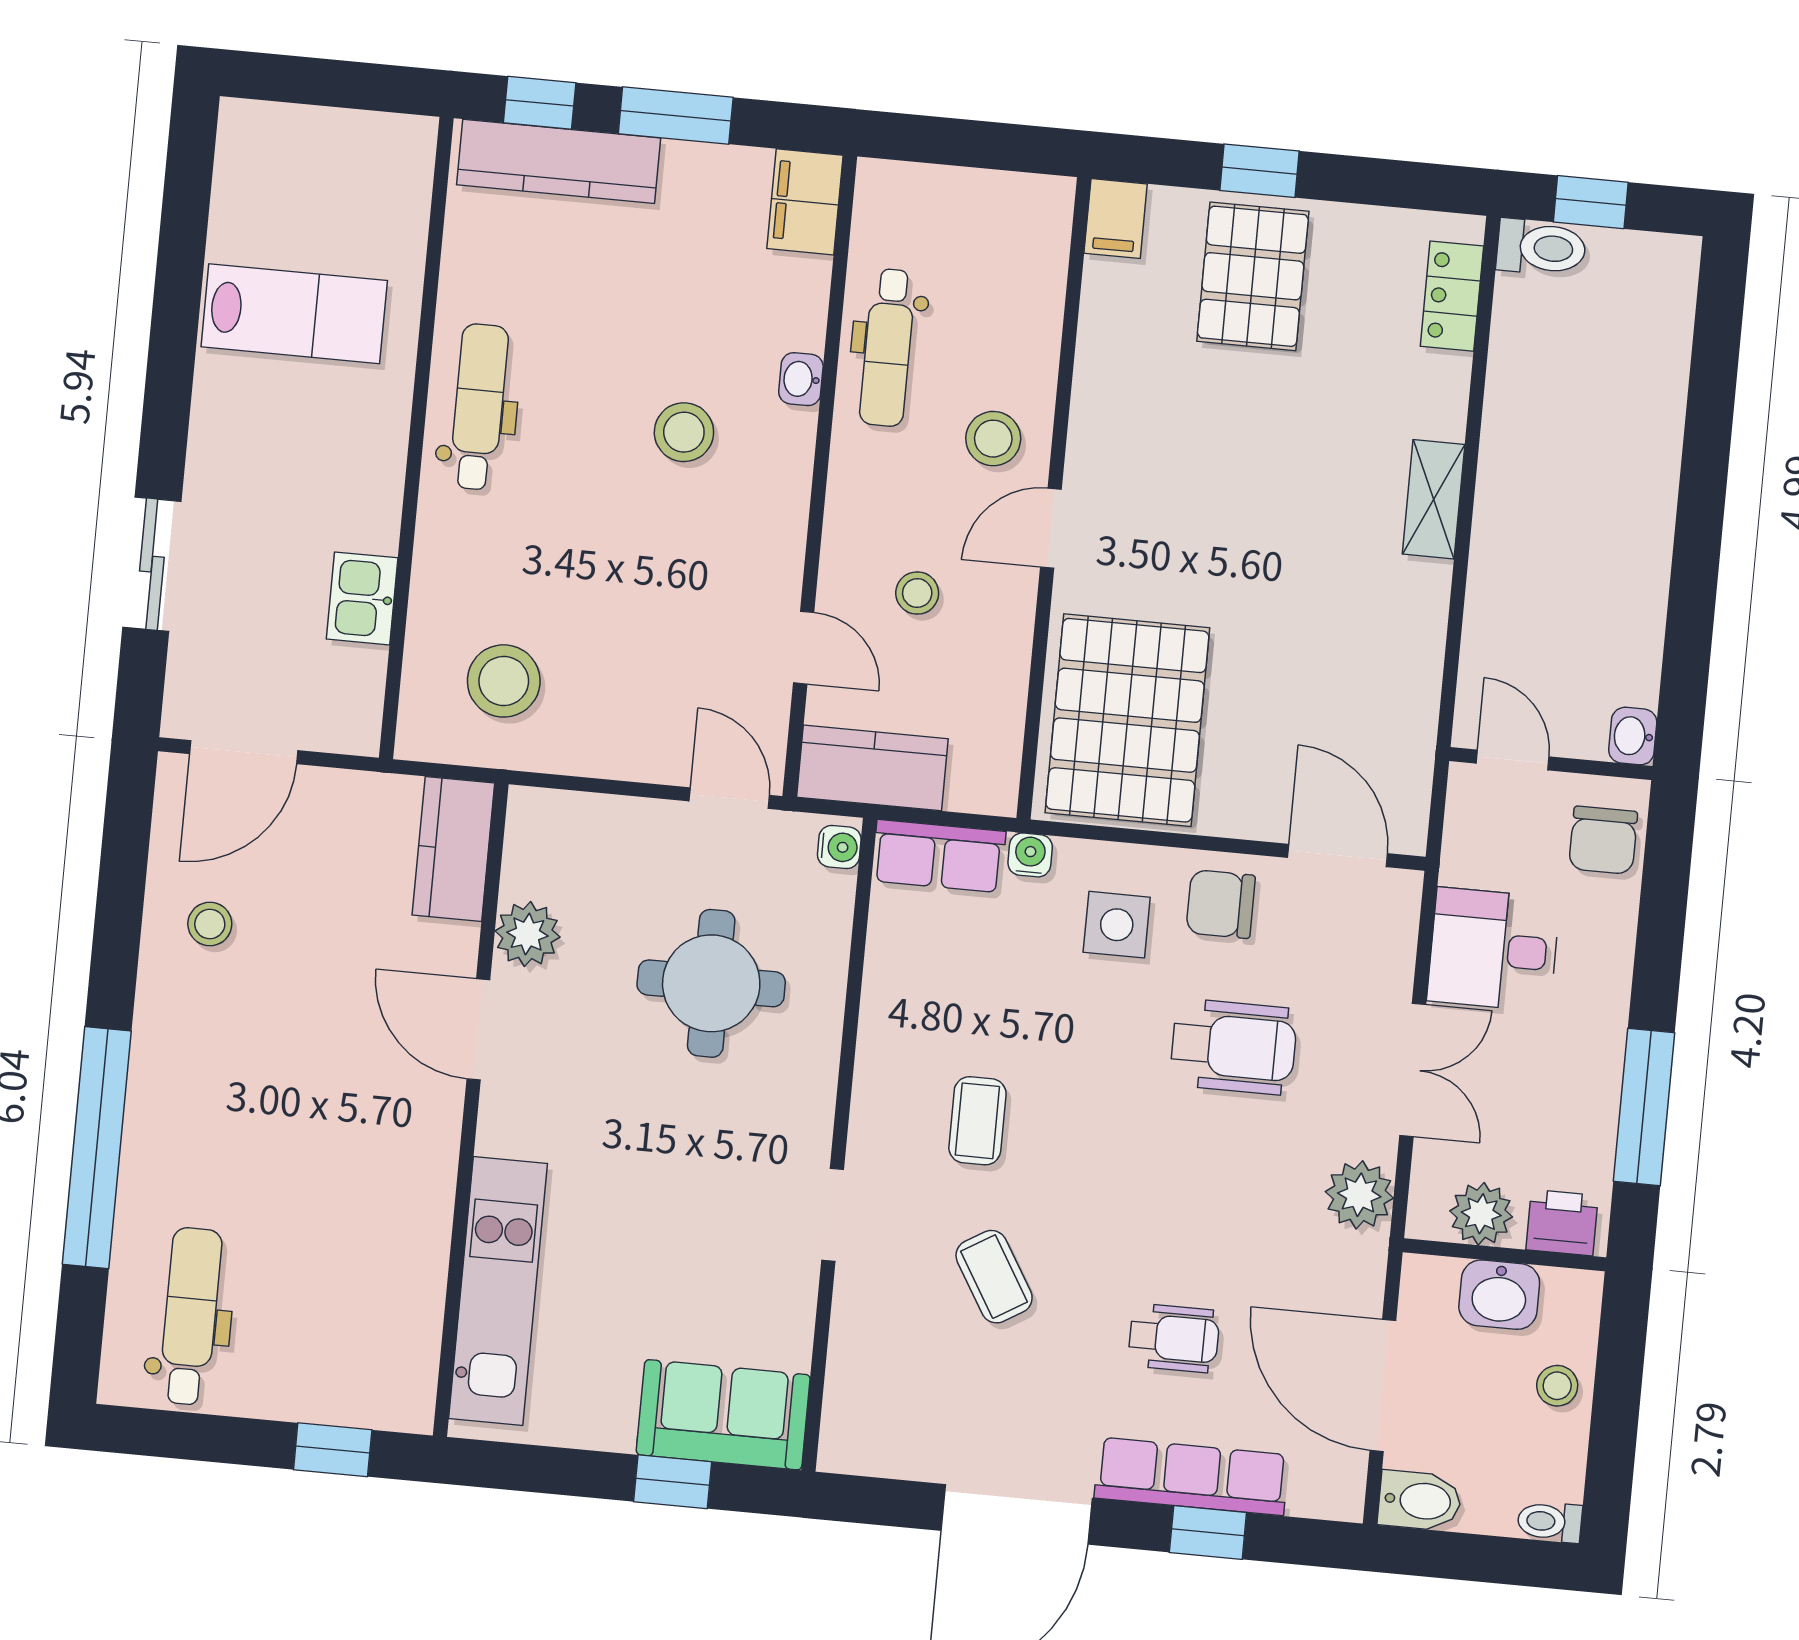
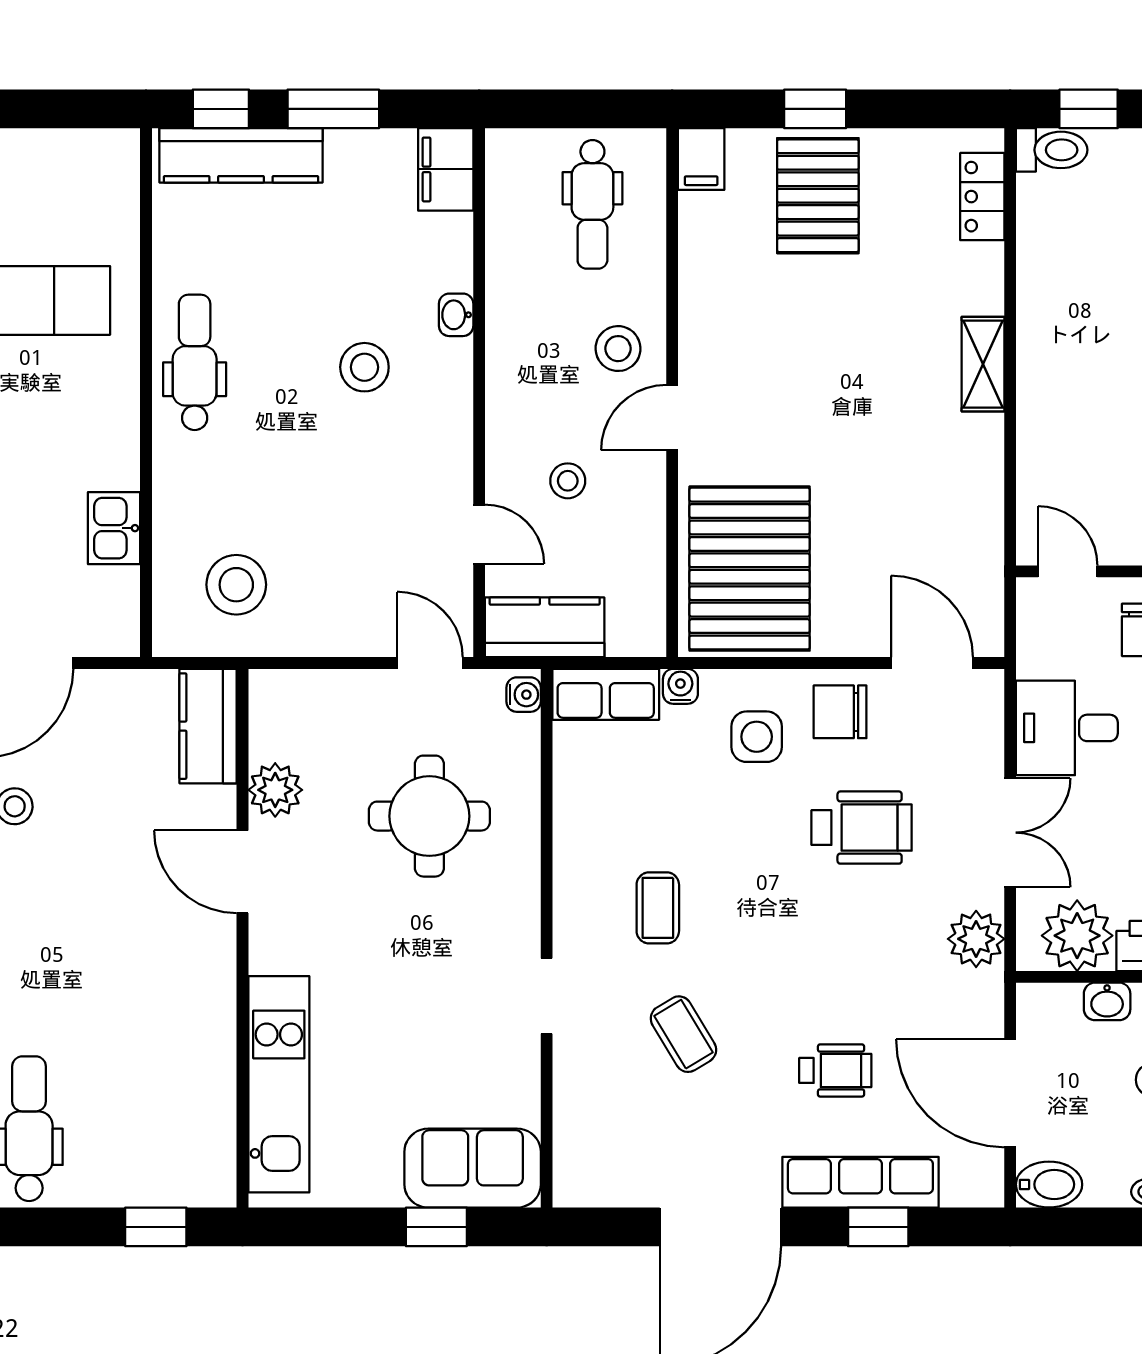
dental chair: (888, 348) -> (592, 204), moved
plant: (1481, 1214) -> (1077, 936), width x1.36, depth x1.36
washbasin: (1499, 1295) -> (1107, 1001), width x0.72, depth x0.69

